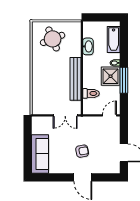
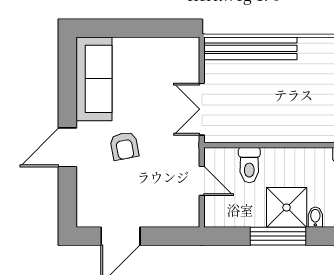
bench: (75, 79) -> (250, 48), moved
door: (109, 115) -> (202, 181), moved
sofa: (40, 154) -> (94, 79), moved, turned -90

